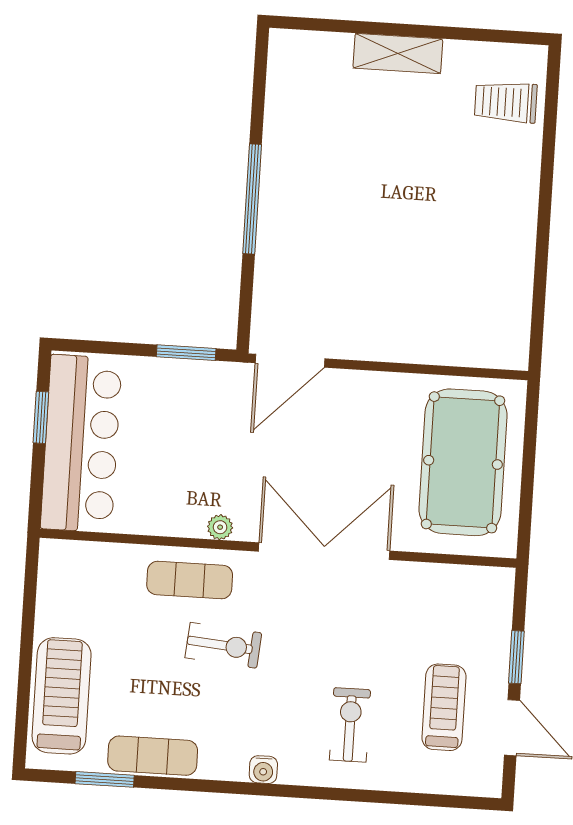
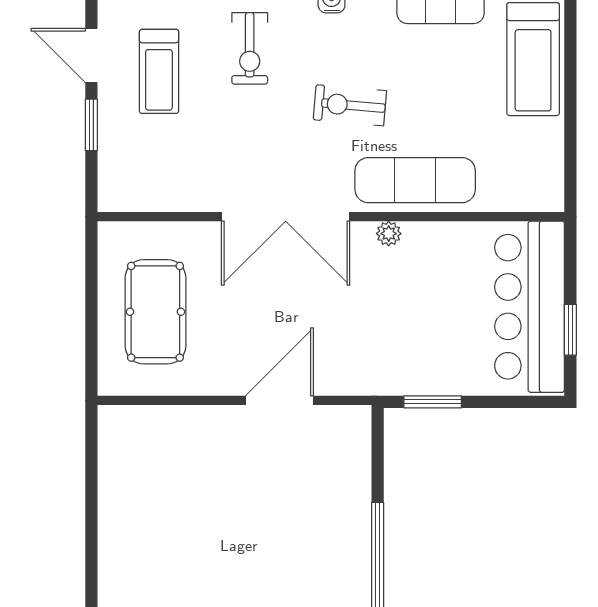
door: (290, 361) -> (279, 400), moved
pool table: (463, 462) -> (155, 312), width x0.73, depth x0.76
exercise mat: (190, 580) -> (415, 180), width x1.36, depth x1.45
exercise bike: (223, 645) -> (350, 105), moved

